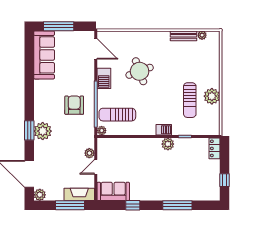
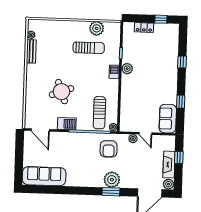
window: (59, 26) -> (19, 162), removed
door: (96, 49) -> (40, 130), swing flipped
plant: (212, 96) -> (97, 28), moved
armchair: (74, 105) -> (109, 149), moved, turned -91
locker: (215, 148) -> (144, 27), moved
fireplace: (79, 194) -> (169, 165), moved
window: (70, 205) -> (179, 158), width x0.46
window: (177, 205) -> (182, 62), width x0.46

